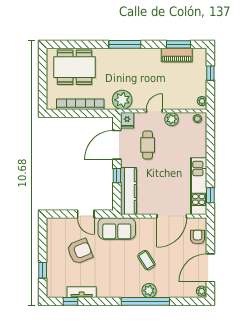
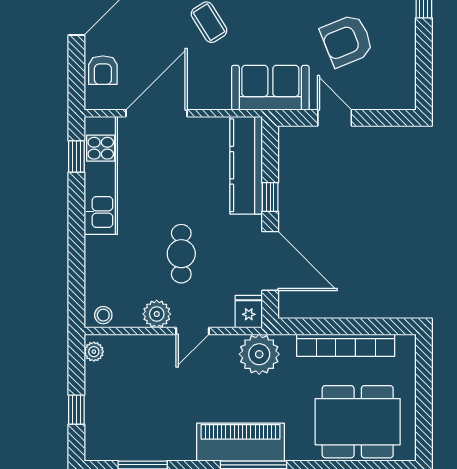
piano: (177, 55) -> (241, 442), moved, width x1.37, depth x1.33
door: (117, 145) -> (270, 261), hinge flipped
cafe table: (148, 145) -> (181, 254), moved

